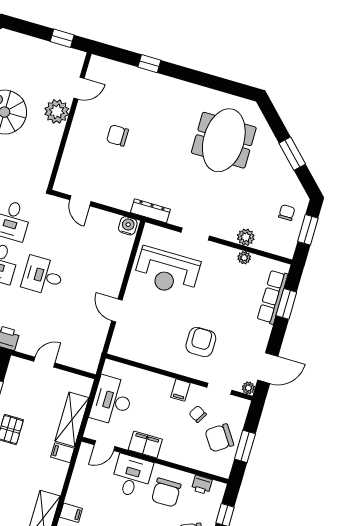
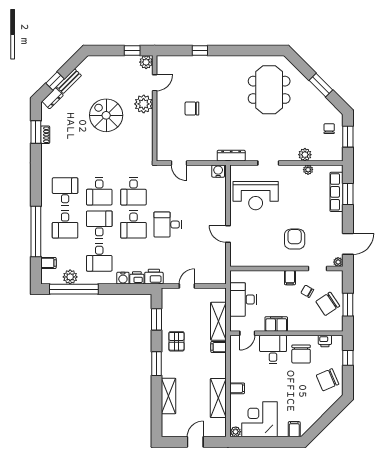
plant: (76, 59) -> (146, 62), added

